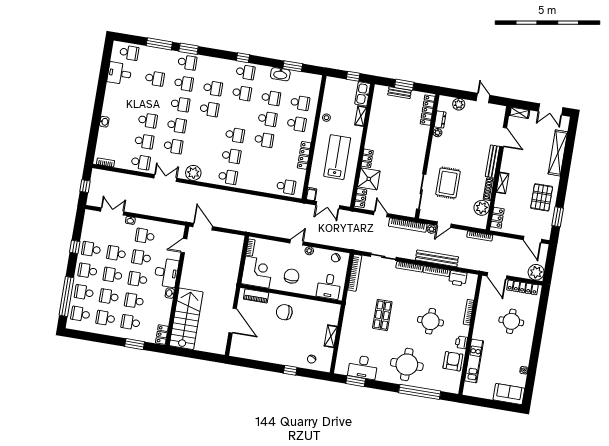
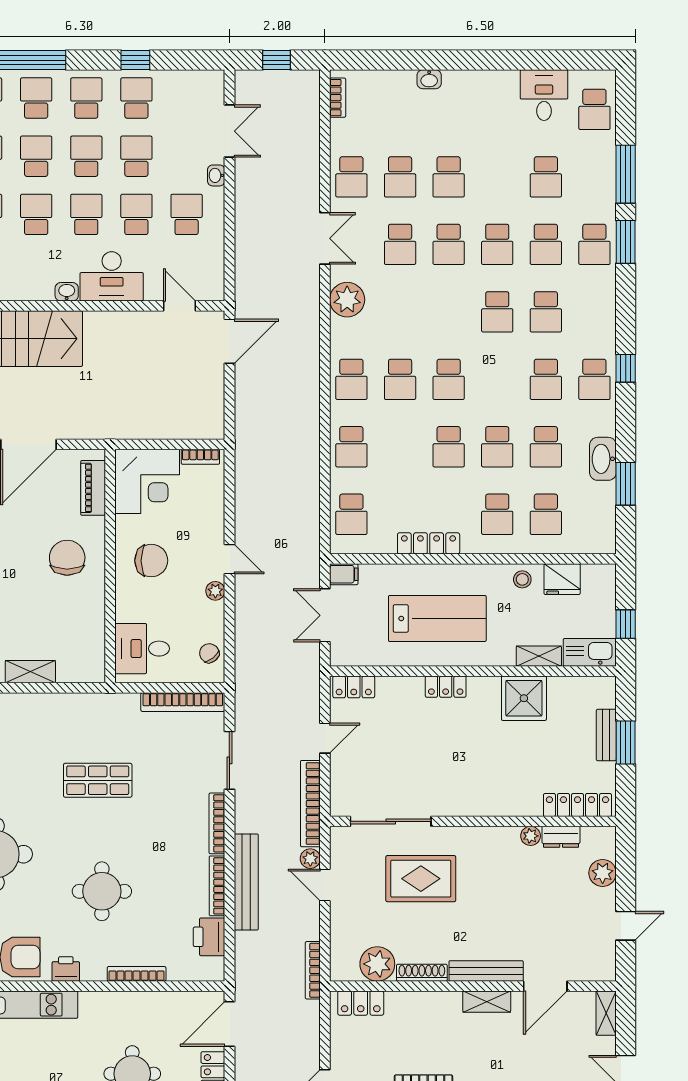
fridge: (329, 100) -> (562, 579), added
shower: (369, 179) -> (524, 698), moved
school desk: (257, 182) -> (351, 447), added
shelving: (502, 183) -> (487, 1002), moved

